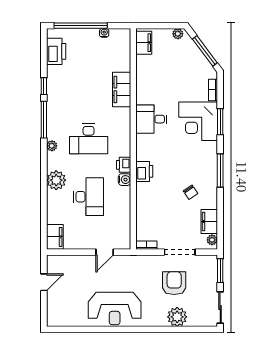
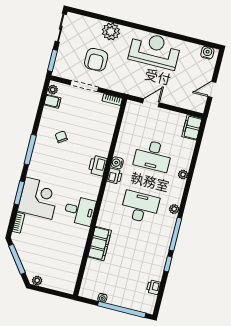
filing cabinet: (144, 43) -> (69, 280), removed
printer: (56, 51) -> (153, 287), width x0.53, depth x0.68
plant: (56, 180) -> (183, 174), width x0.53, depth x0.53
desk: (89, 197) -> (153, 156), turned -90
filing cabinet: (209, 221) -> (52, 101), width x0.50
plant: (177, 317) -> (111, 32), moved
water cooler: (58, 320) -> (207, 53), added

